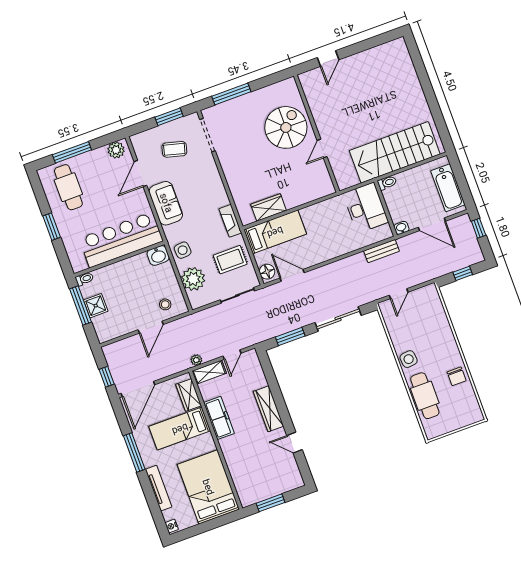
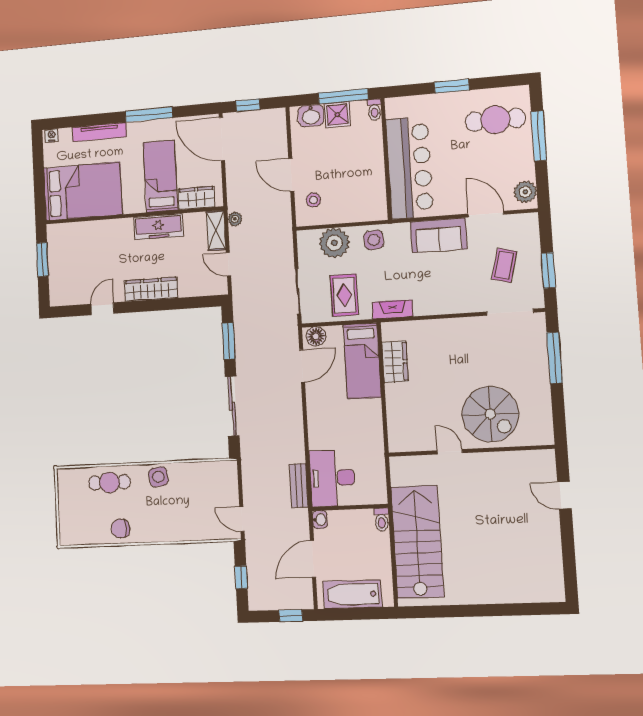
desk: (366, 208) -> (332, 478), moved, turned 90
washbasin: (158, 255) -> (311, 116), moved, turned -90
door: (399, 294) -> (242, 519), moved
cafe table: (425, 396) -> (109, 482), width x0.73, depth x0.74

